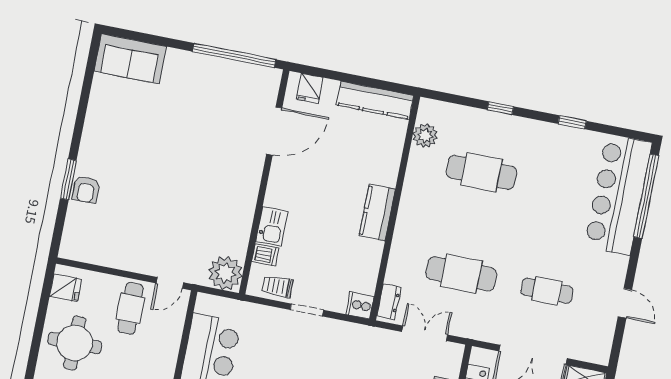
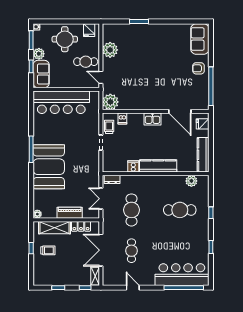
cafe table: (481, 172) -> (180, 210), turned 90
armchair: (86, 189) -> (199, 68), moved
kitchen counter: (377, 213) -> (158, 166), width x1.50
kitchen sink: (272, 227) -> (152, 119), moved
plant: (116, 252) -> (110, 50), added
door: (625, 303) -> (133, 288), swing flipped
cooker: (360, 305) -> (133, 166), moved
double door: (425, 333) -> (101, 199), swing flipped

